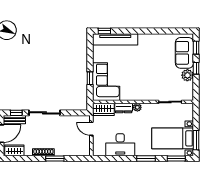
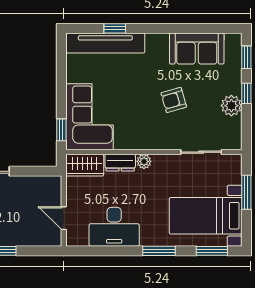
window: (104, 31) -> (115, 28), moved
sofa: (184, 53) -> (197, 49), moved, turned -90
armchair: (154, 72) -> (174, 100), added
window: (90, 78) -> (61, 130), moved
door: (91, 129) -> (64, 218), moved
window: (196, 140) -> (246, 192), moved

